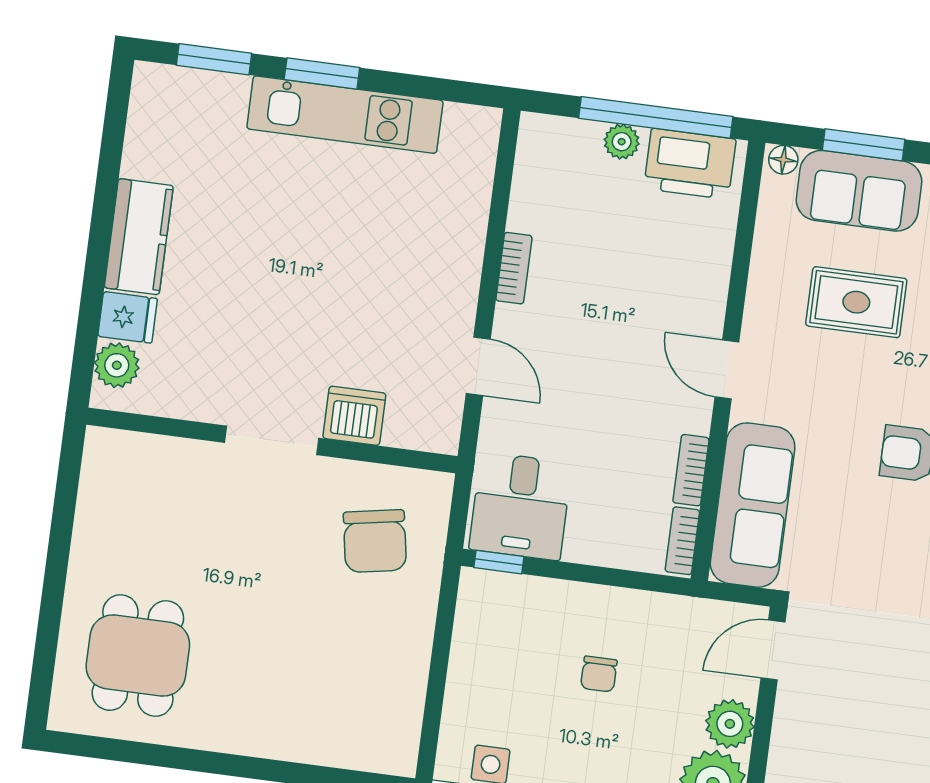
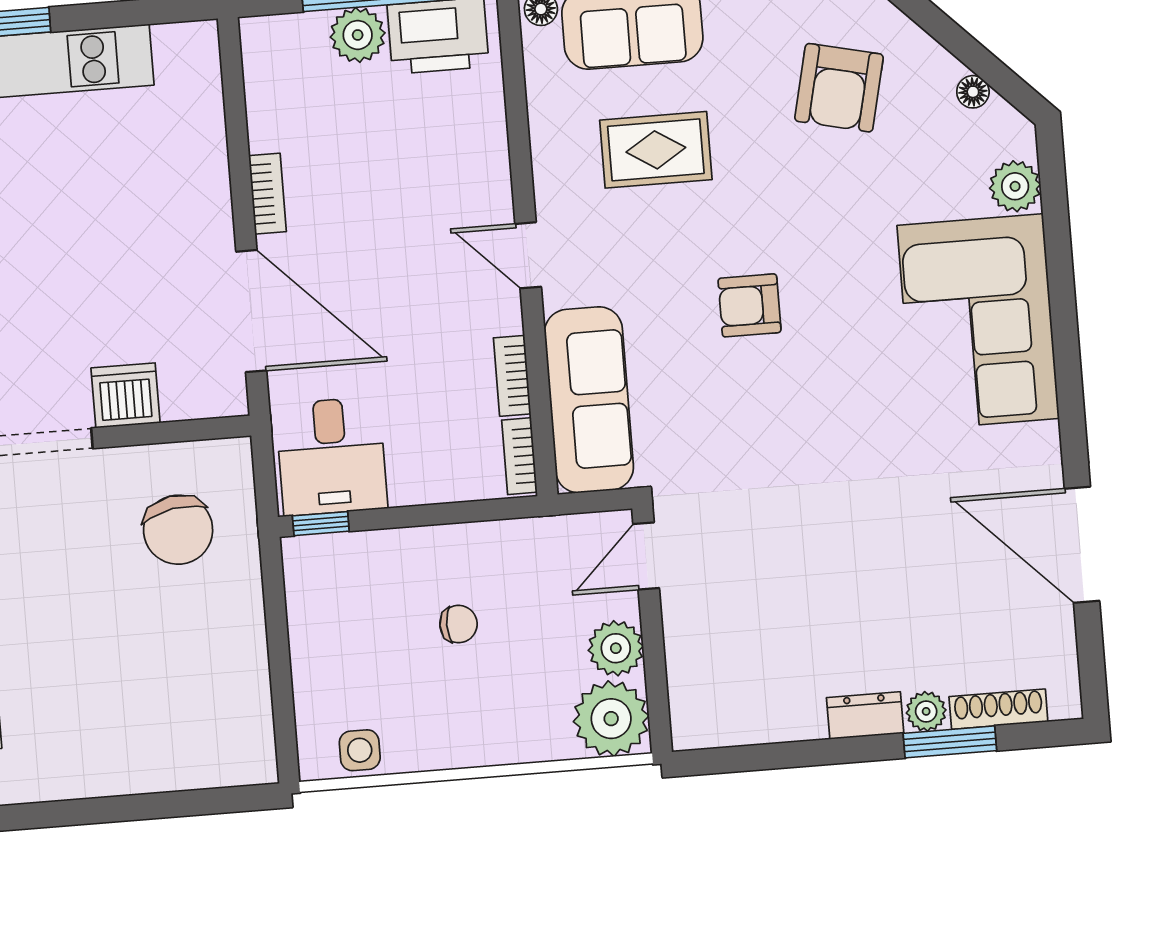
plant: (622, 142) -> (358, 35), width x1.38, depth x1.38
door: (478, 366) -> (251, 311), width x1.87
chair: (599, 674) -> (458, 624), turned -90

